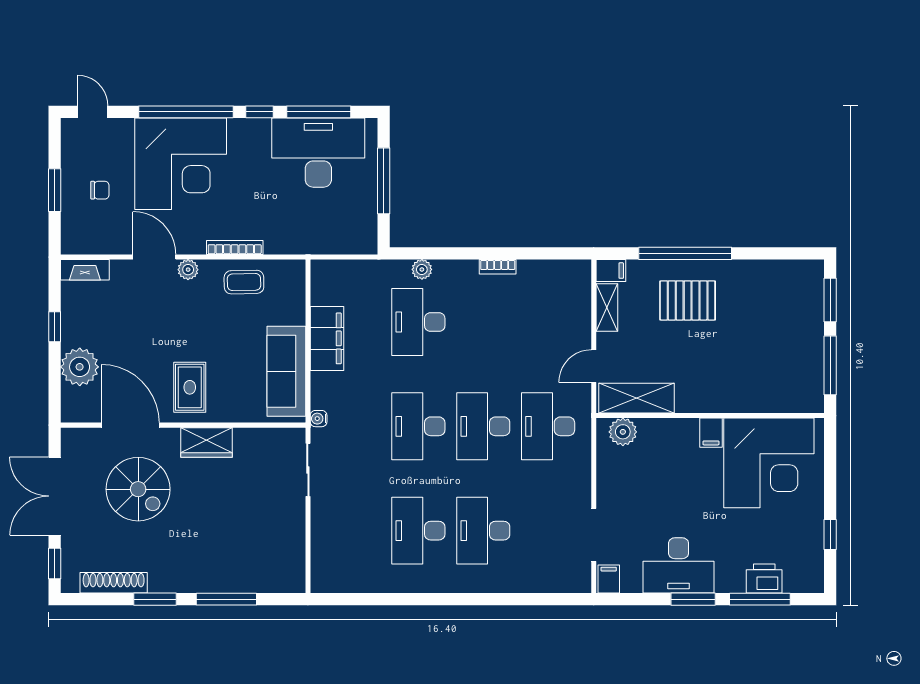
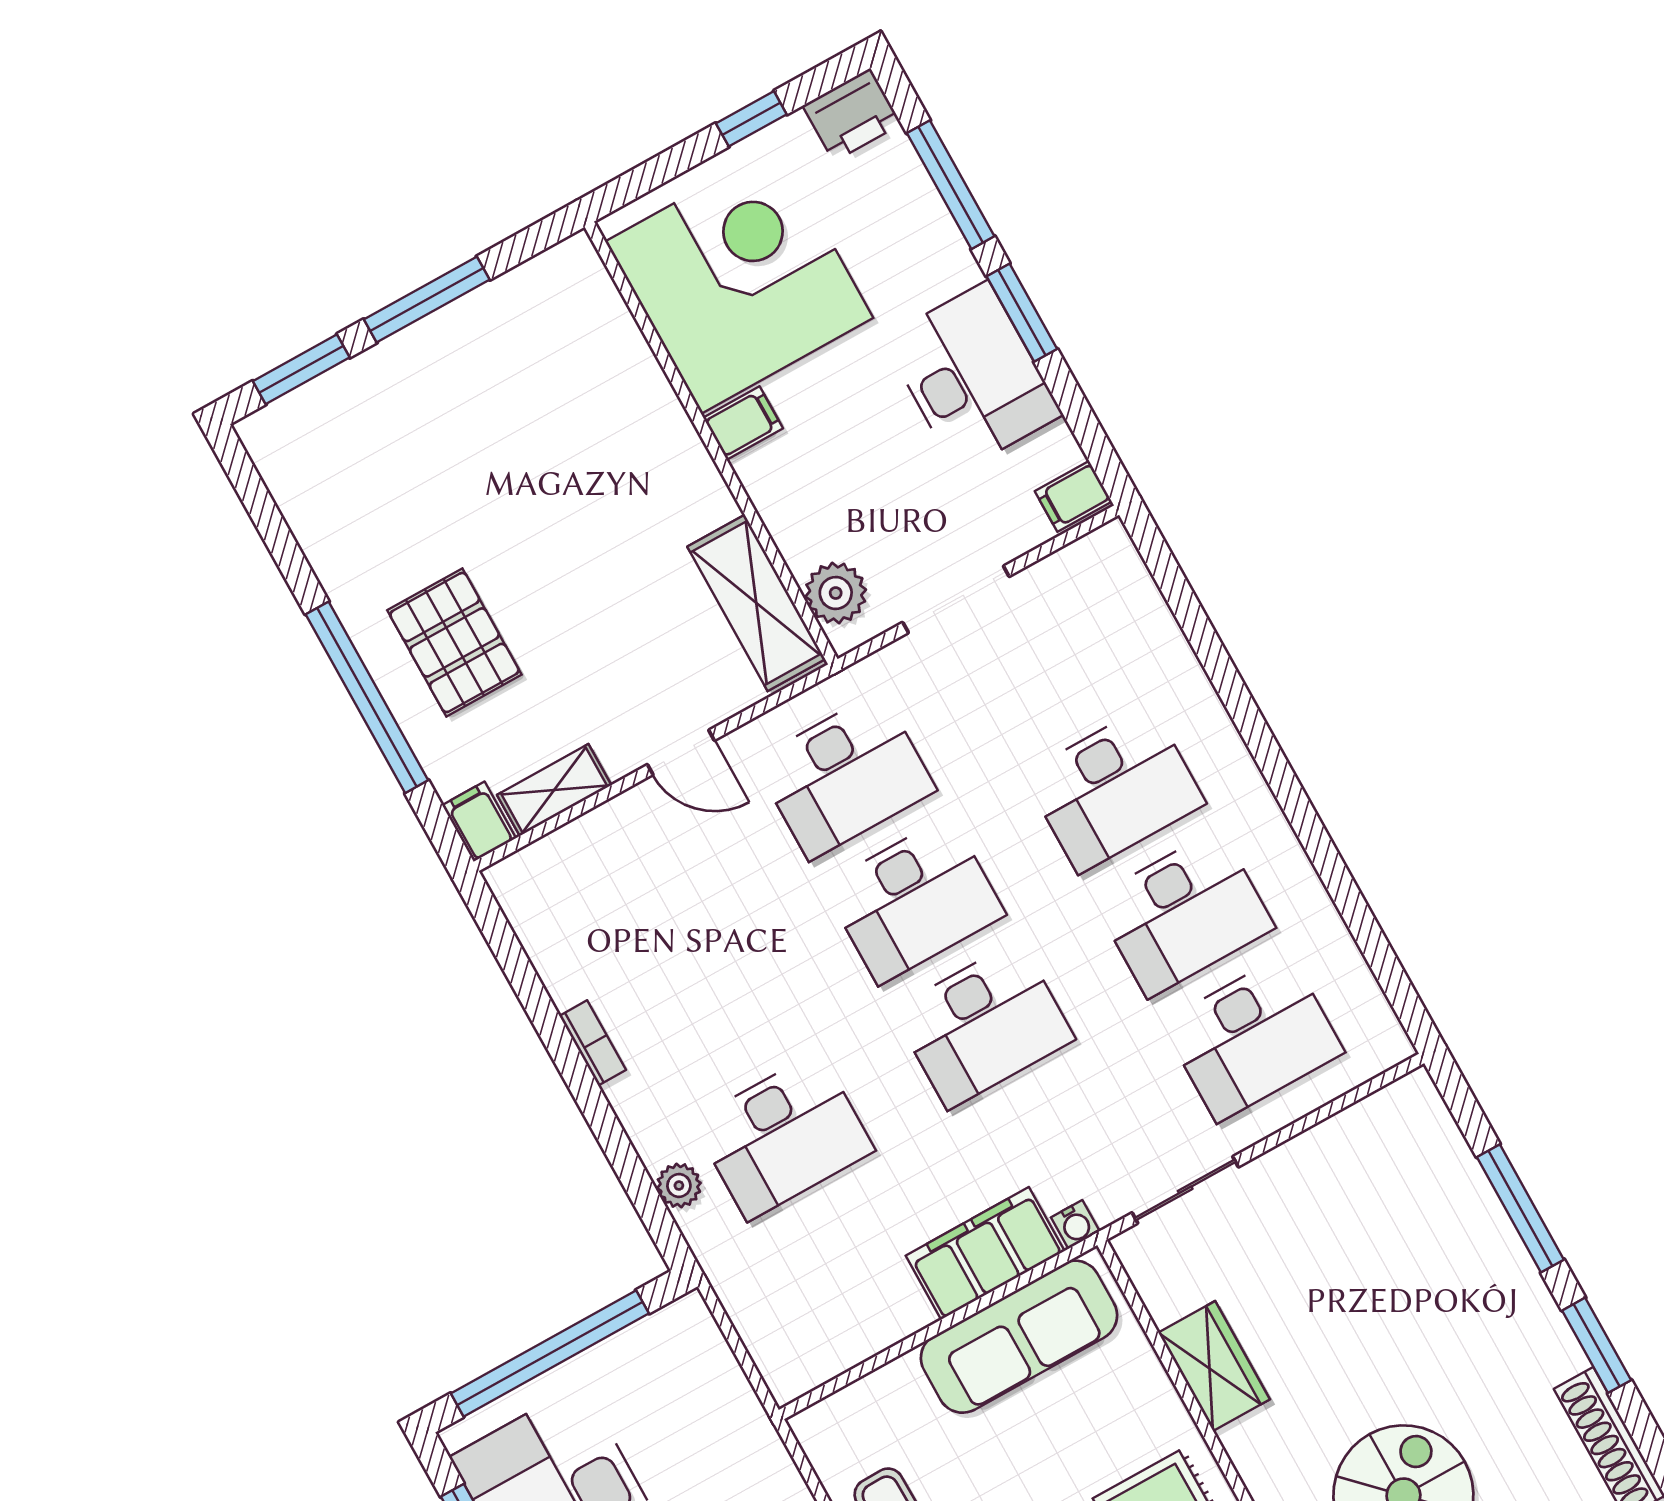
window: (384, 181) -> (550, 1353), width x1.46
filing cabinet: (327, 338) -> (985, 1253), moved
shelving: (636, 398) -> (756, 603), moved
wall: (710, 416) -> (711, 443), moved
plant: (623, 432) -> (836, 593), moved
filing cabinet: (711, 433) -> (743, 423), moved
wardrobe: (207, 442) -> (1214, 1366), moved
corner desk: (769, 463) -> (739, 280), moved
desk: (354, 531) -> (1253, 1038), added
doorway: (594, 535) -> (956, 599), moved
printer: (764, 579) -> (852, 115), moved, turned -90

